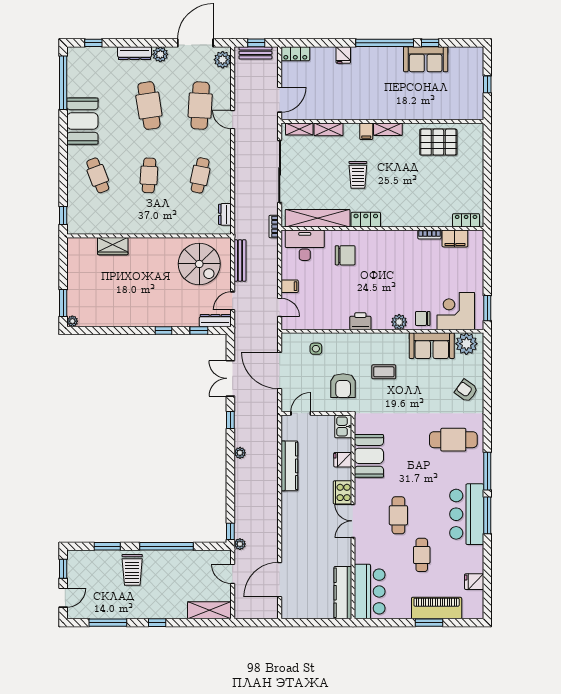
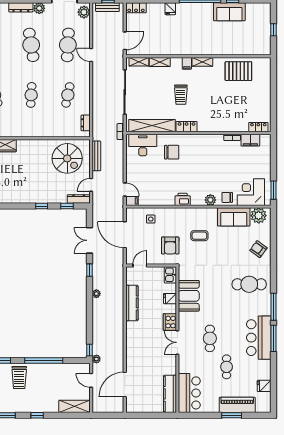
filing cabinet: (290, 286) -> (132, 201), moved

